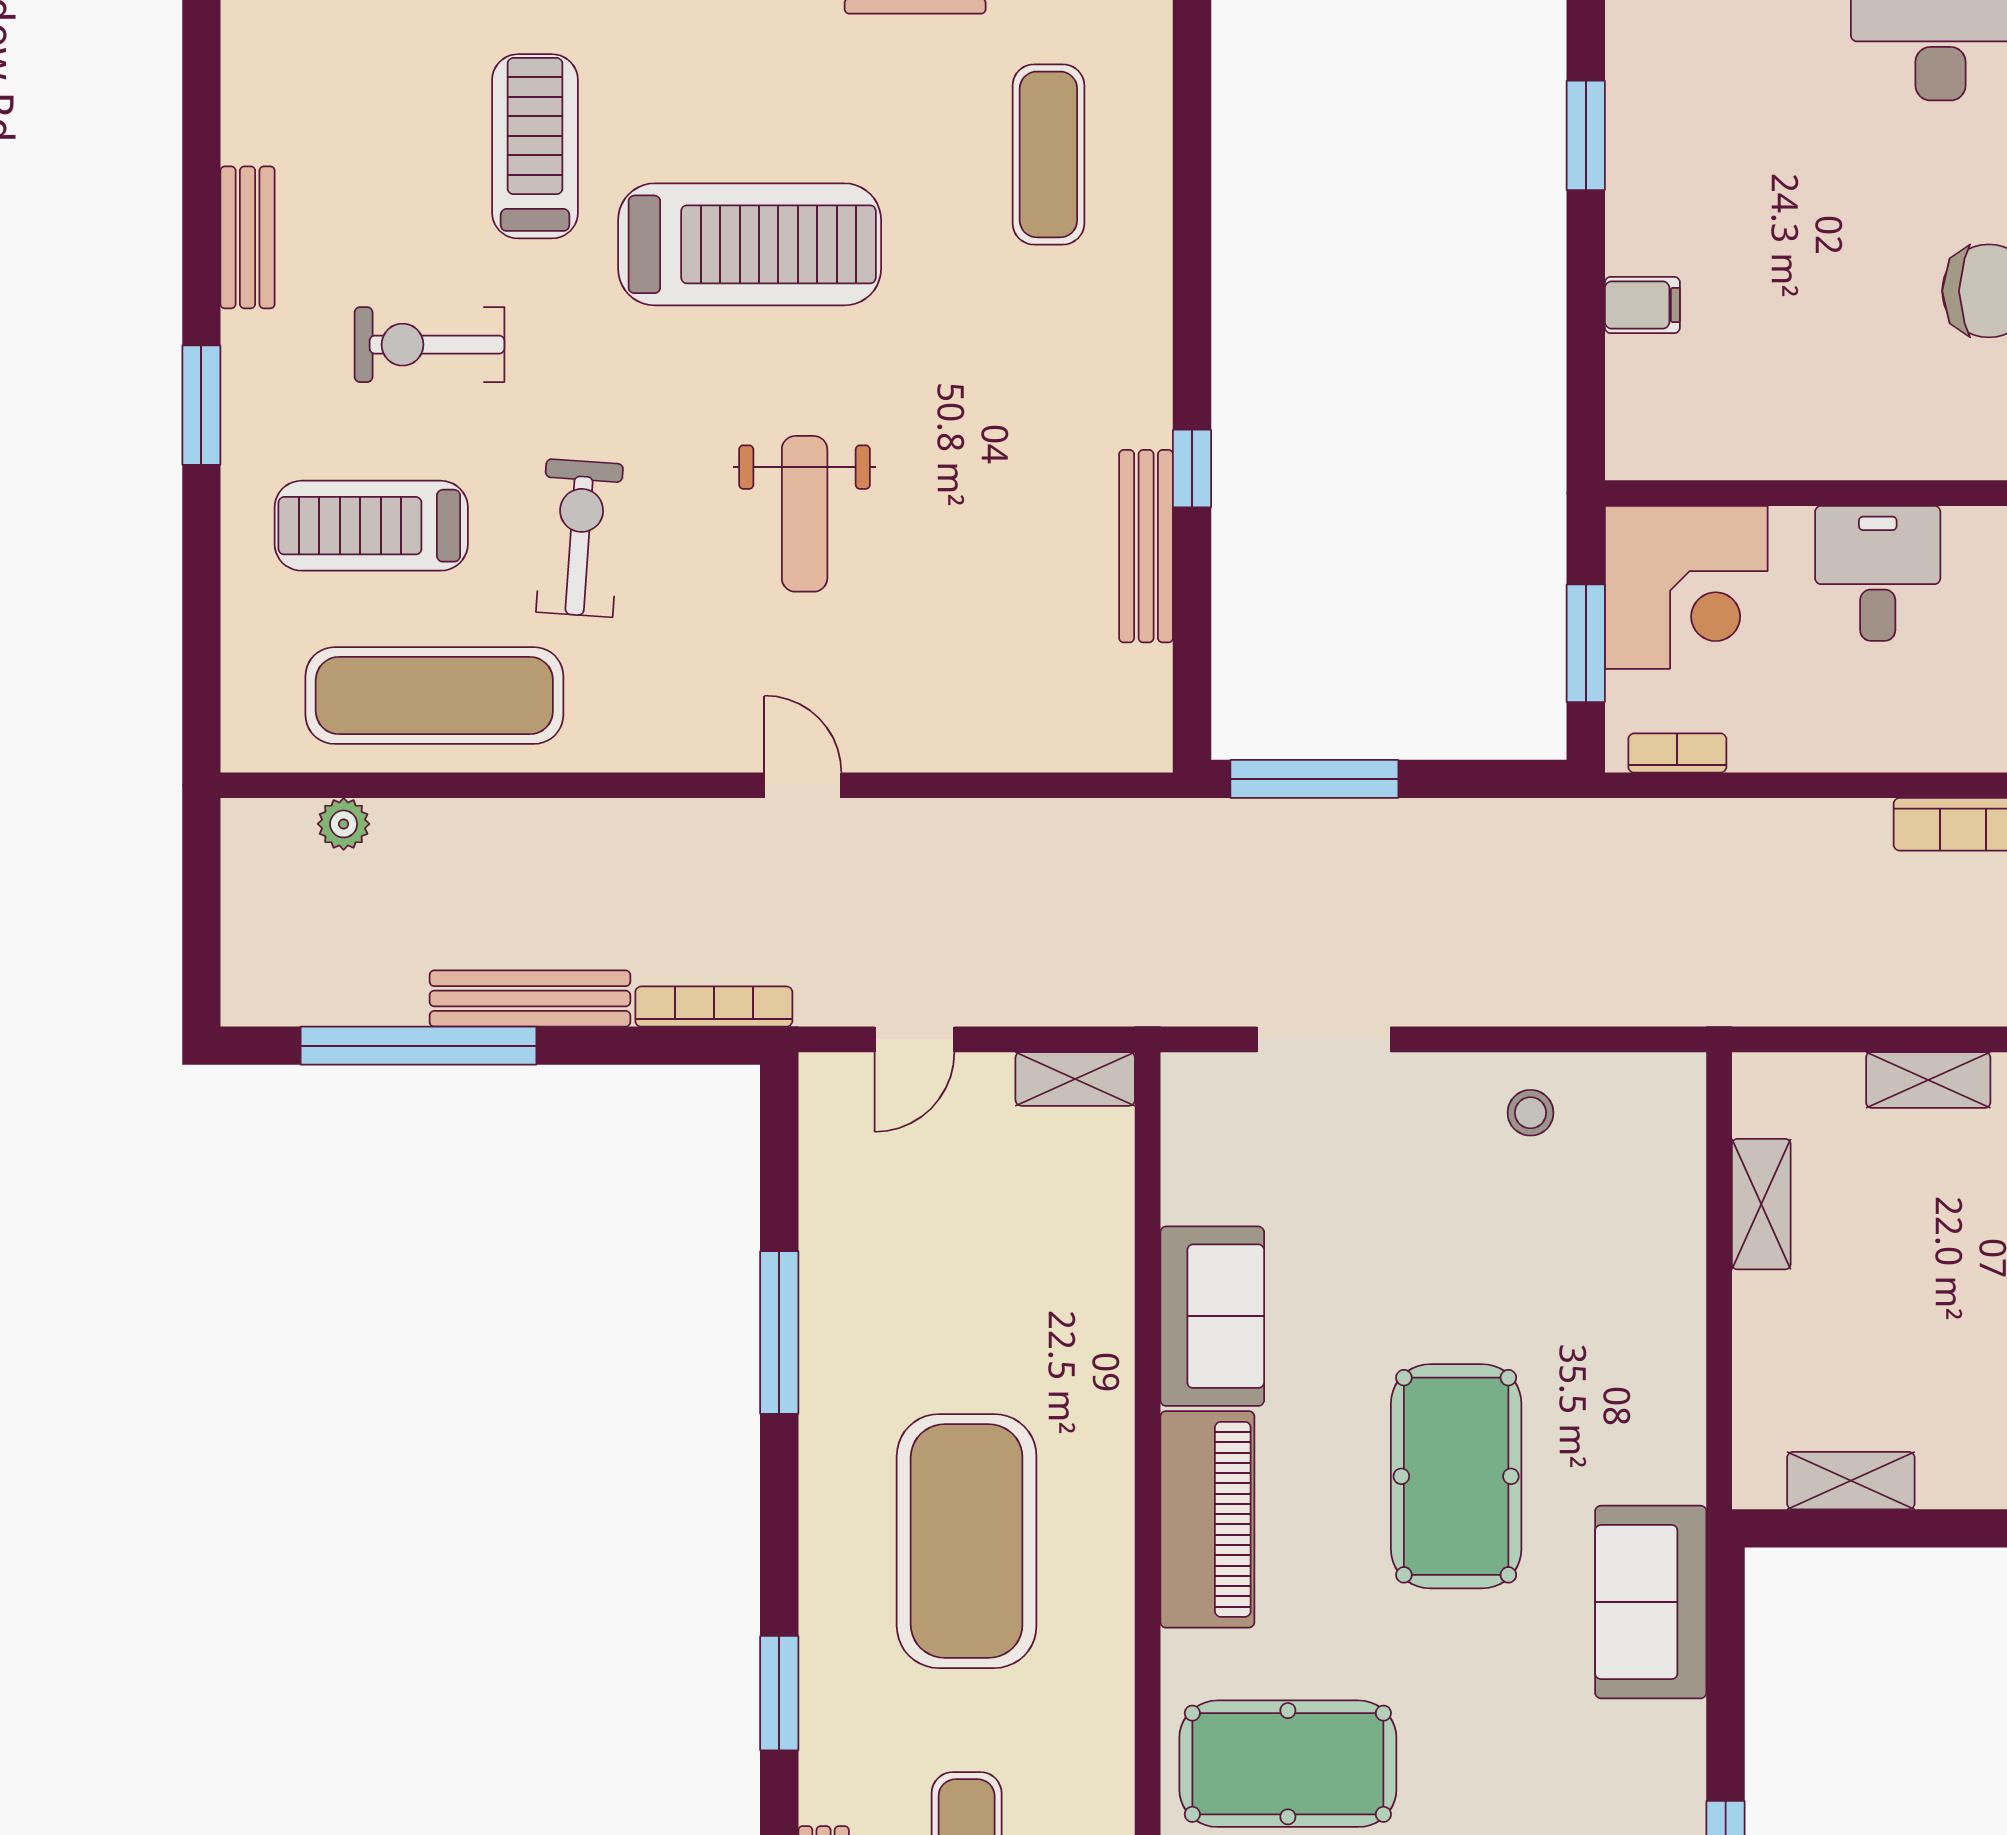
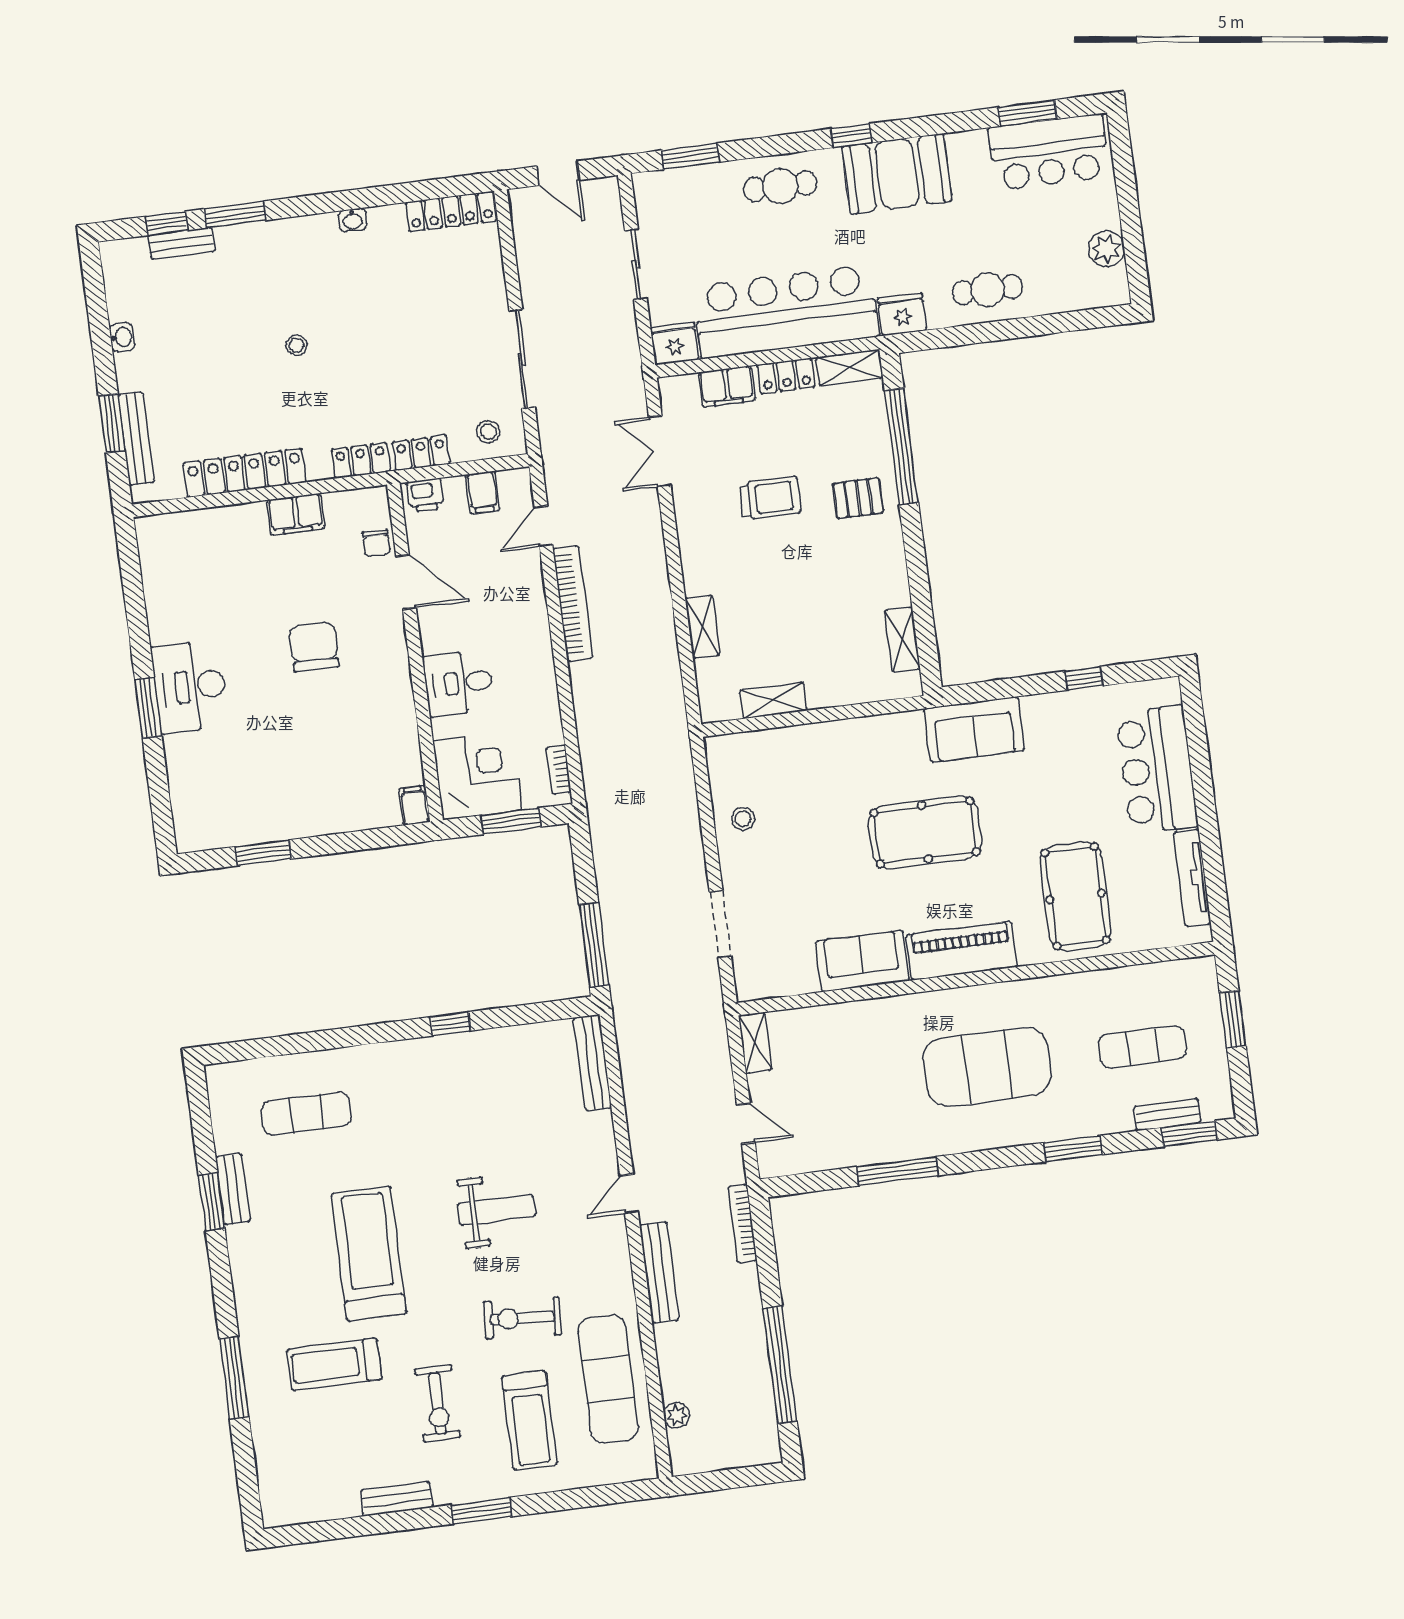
filing cabinet: (1642, 305) -> (414, 805), moved
bench: (1146, 546) -> (593, 1063), moved, turned 90
bench: (530, 999) -> (659, 1272), moved

